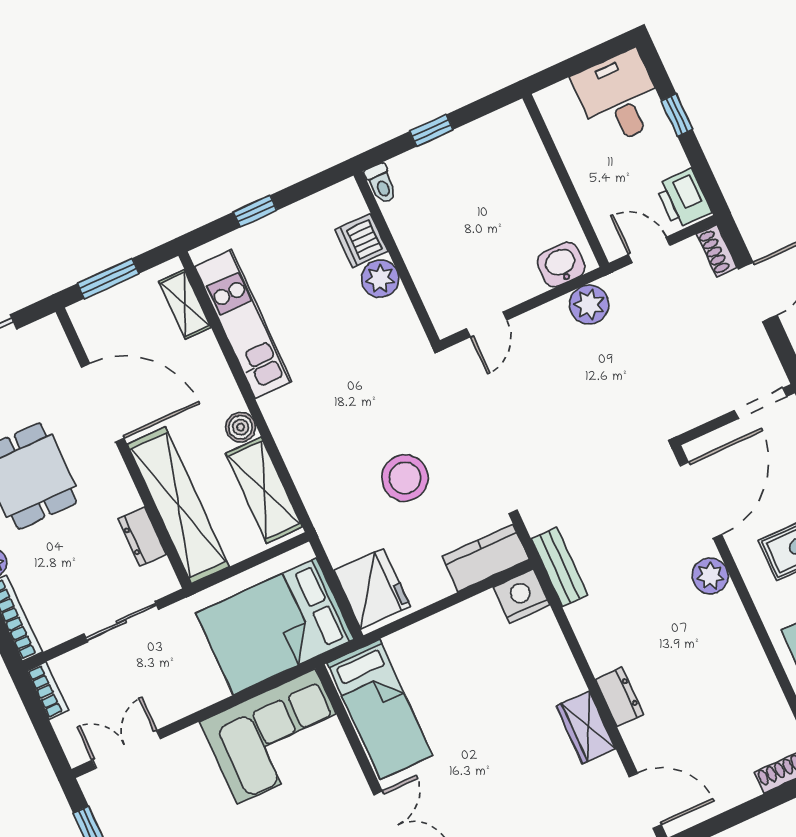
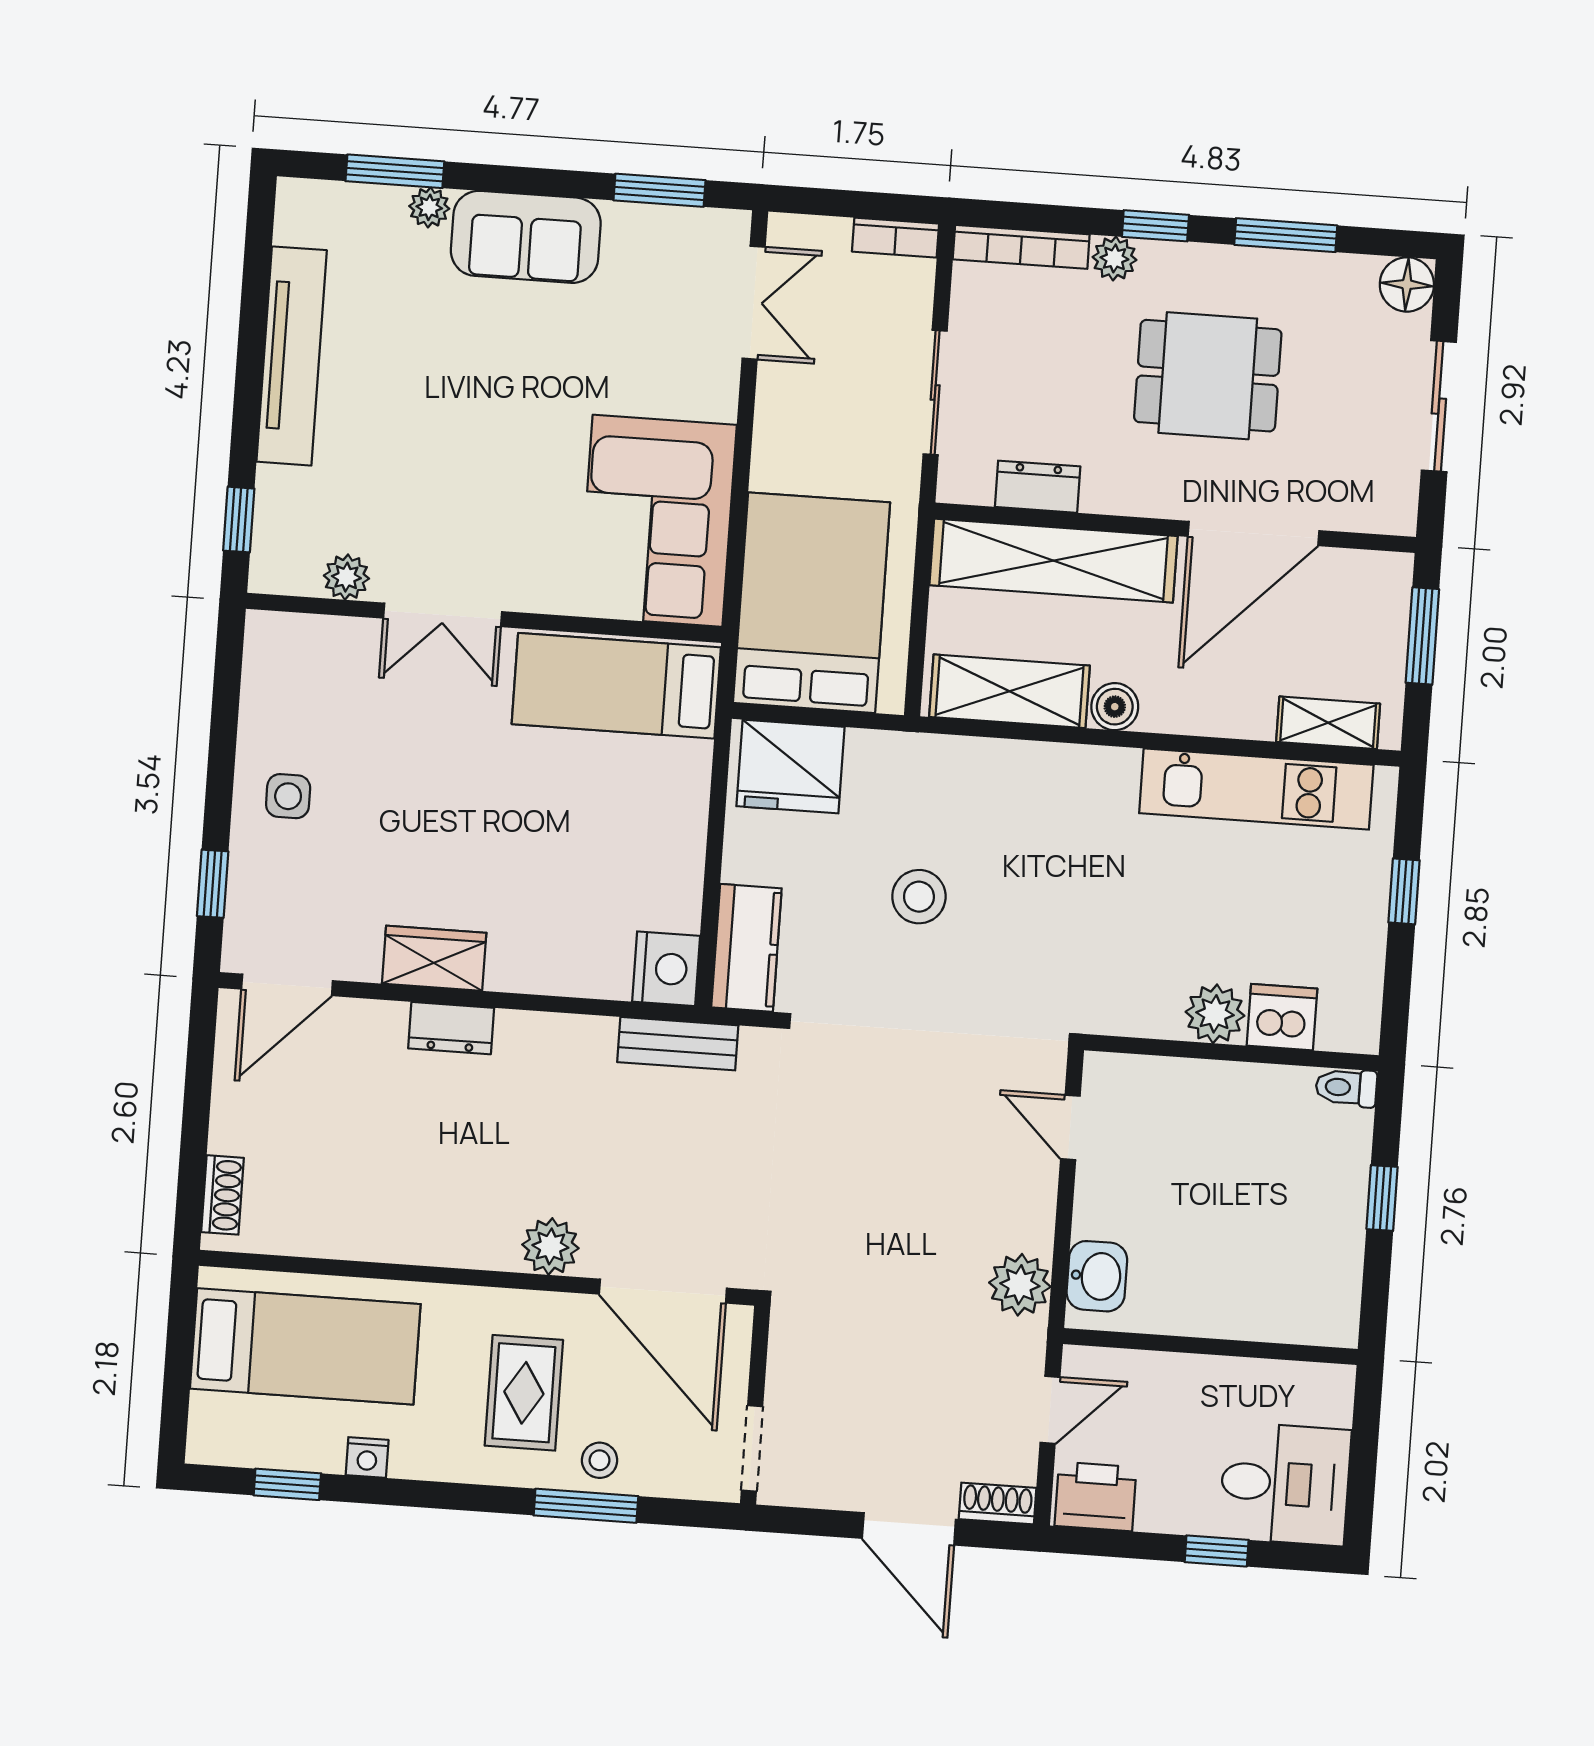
stool: (405, 478) -> (919, 897), width x0.73, depth x0.73

